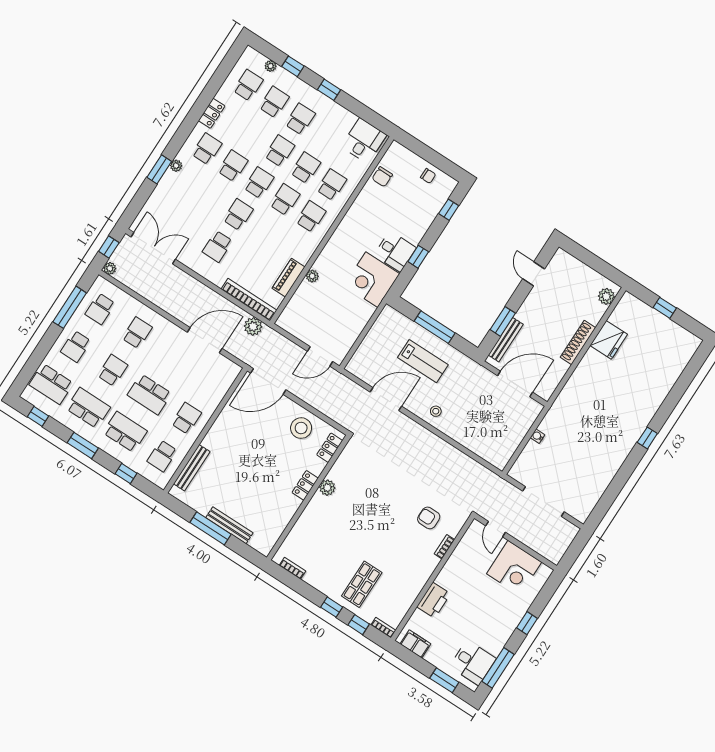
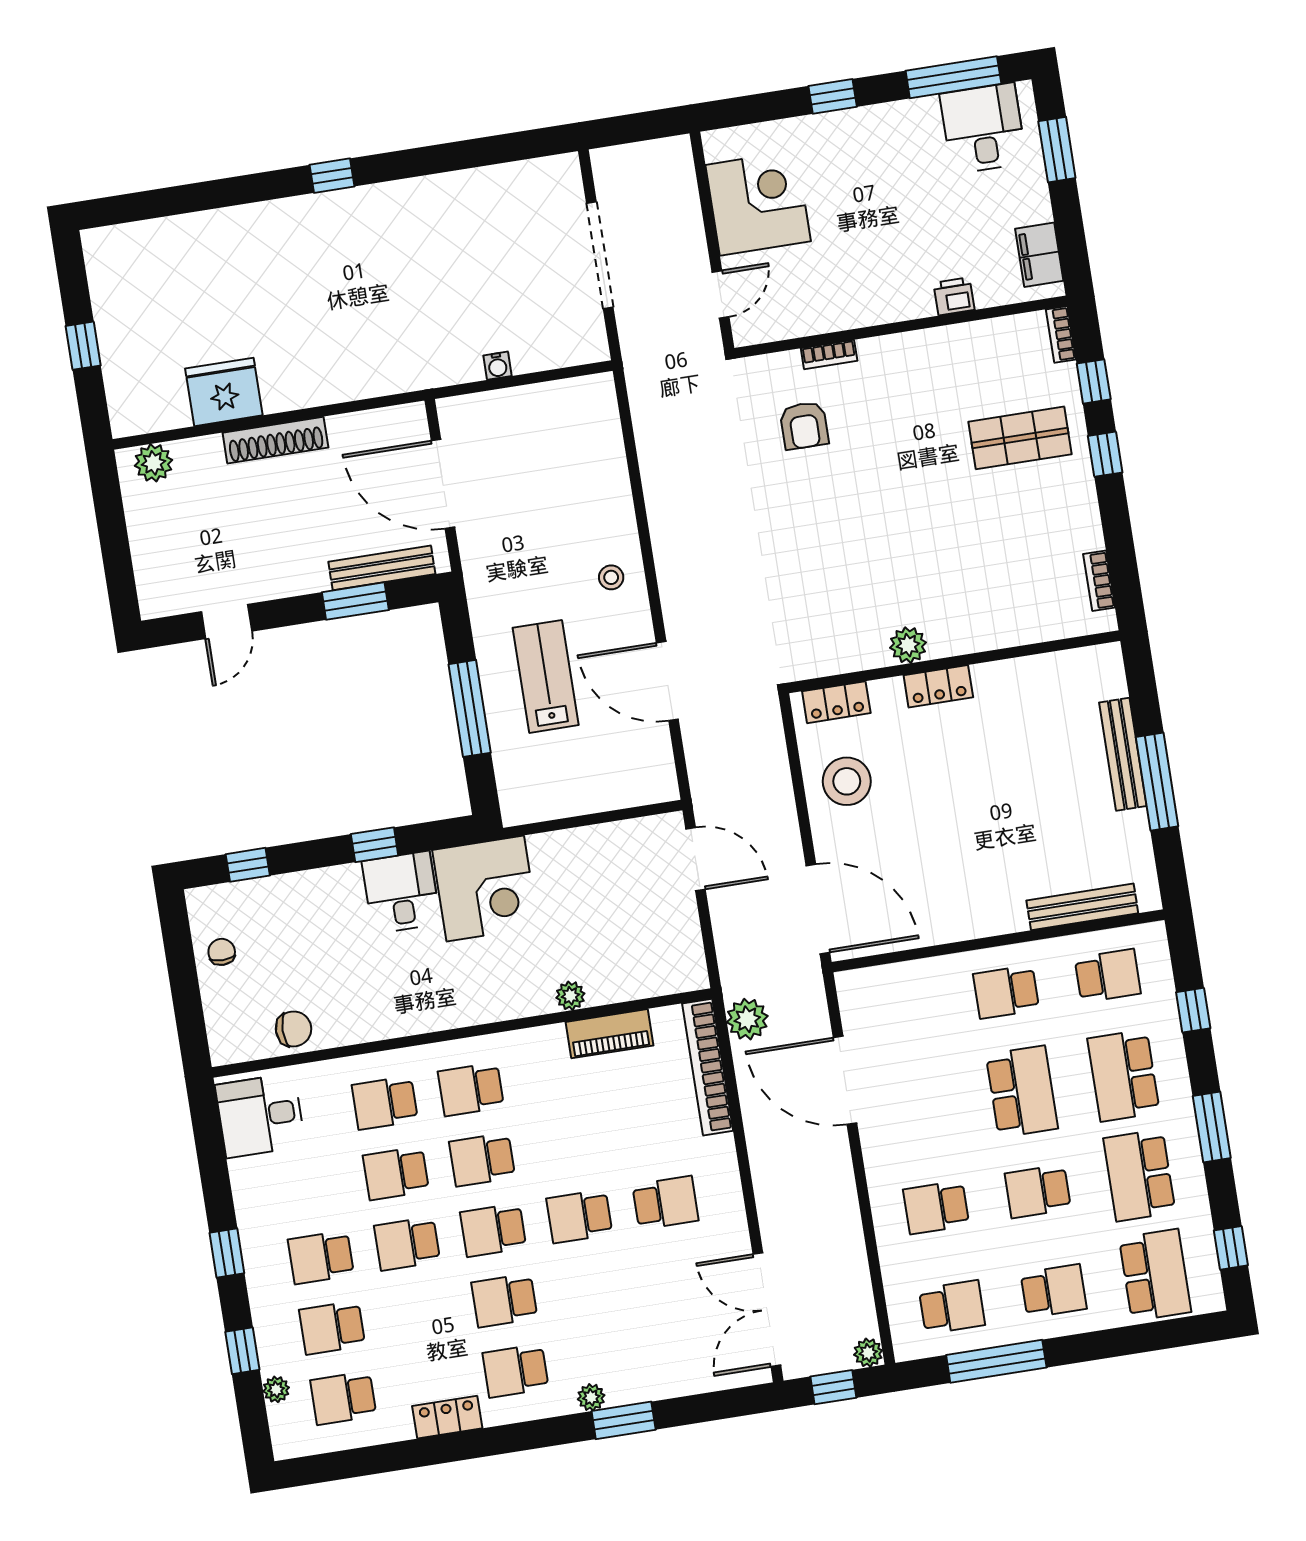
printer: (434, 600) -> (954, 296), width x0.53, depth x0.68

